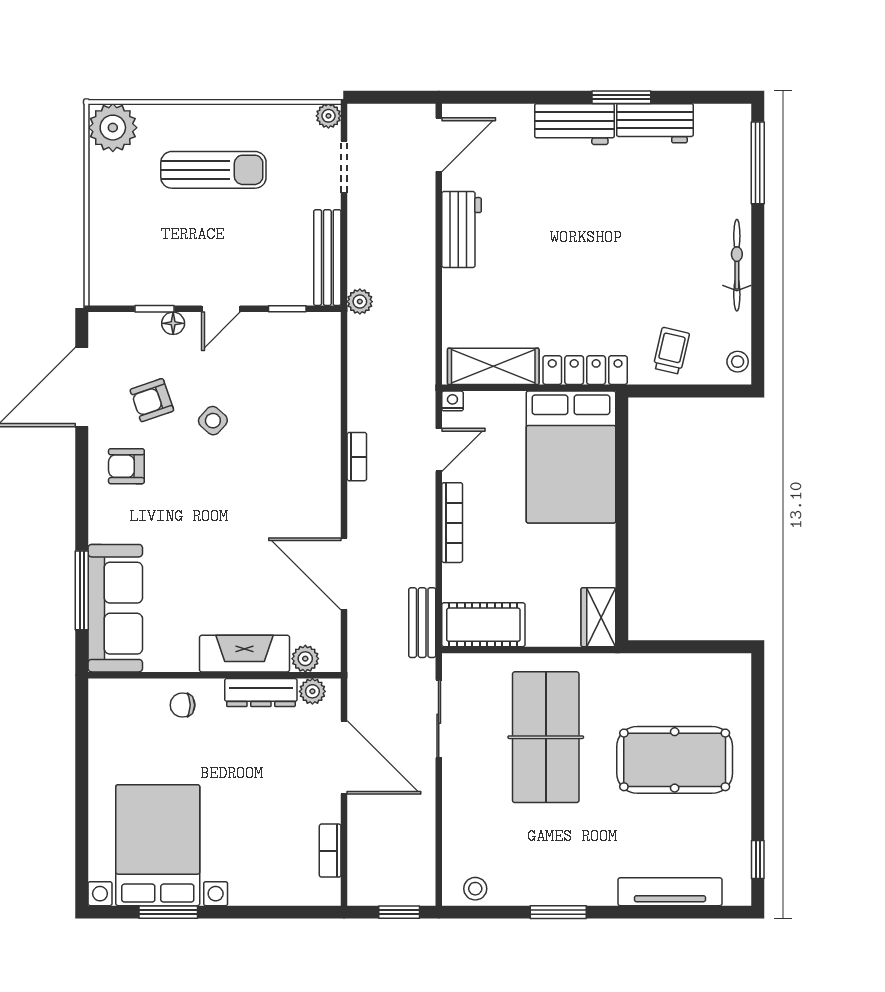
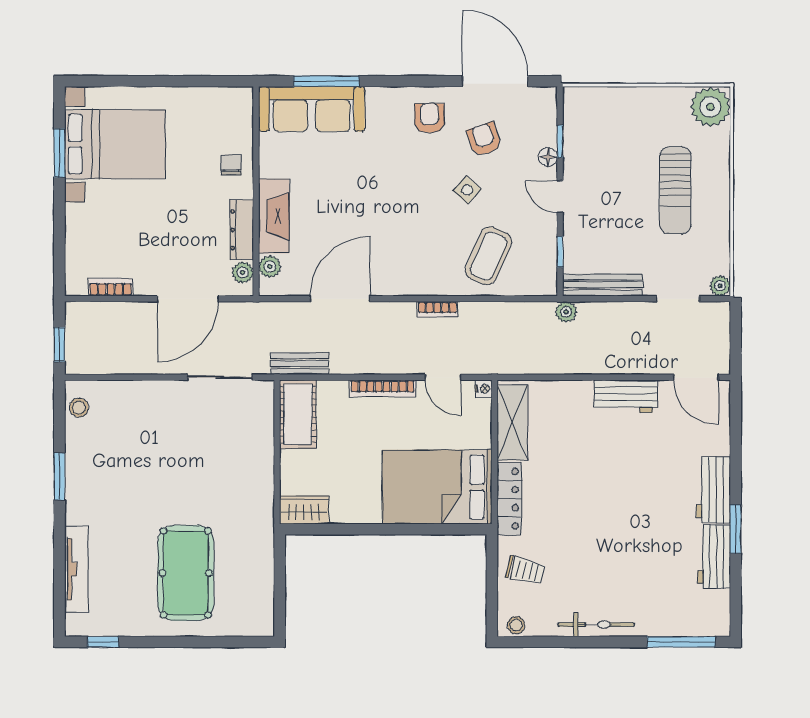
coffee table: (292, 395) -> (488, 256), added
table tennis table: (546, 737) -> (205, 466), removed

